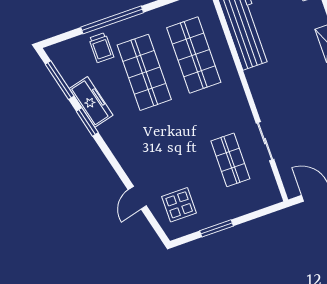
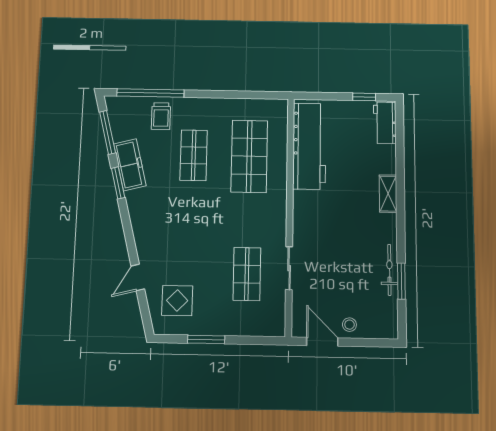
window: (112, 20) -> (150, 93), moved
shop shelf: (144, 72) -> (194, 155), width x0.70, depth x0.74

